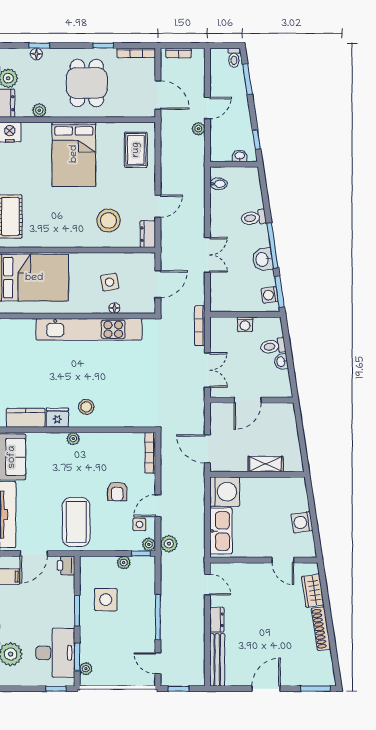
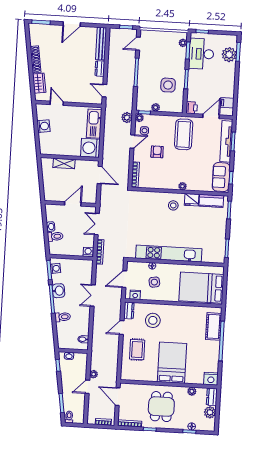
rug: (136, 150) -> (137, 350), moved
nightstand: (139, 260) -> (135, 295), added
washing machine: (245, 324) -> (88, 252), moved
door: (158, 663) -> (138, 44), swing flipped

